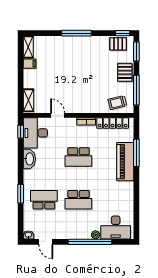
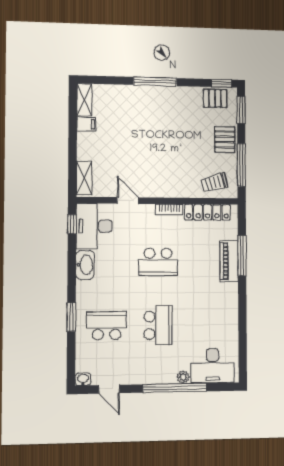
piano: (125, 162) -> (229, 261), width x0.73, depth x0.75
school desk: (78, 200) -> (158, 325), turned -90

